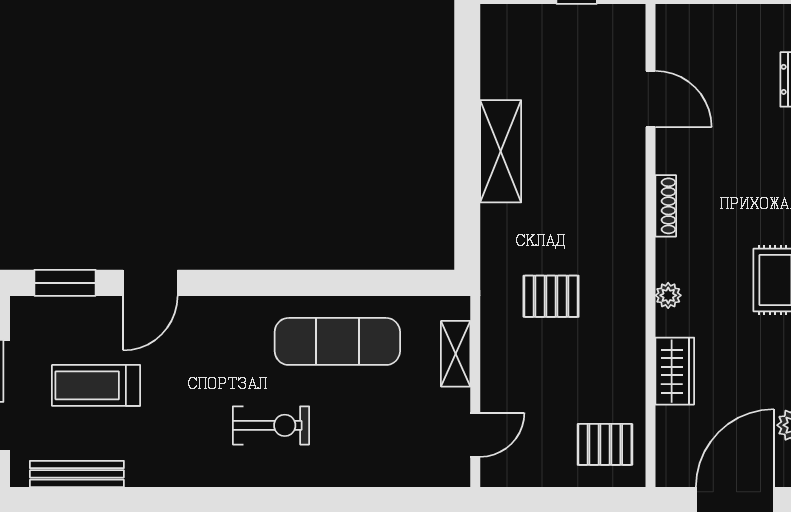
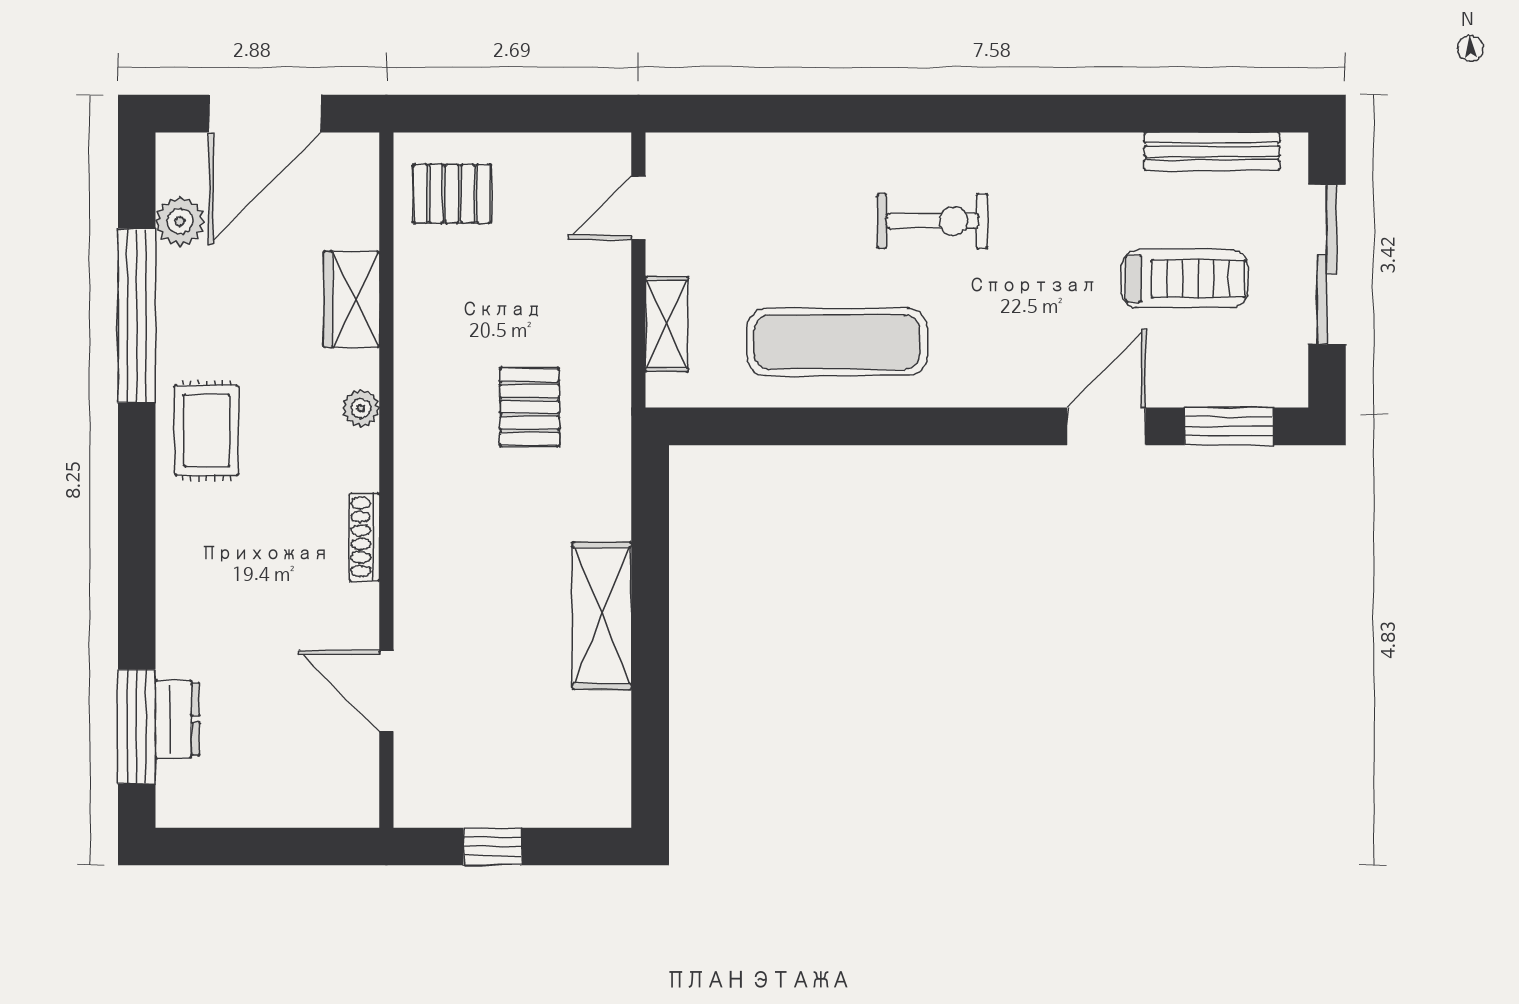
pallet: (551, 296) -> (529, 407), turned 90
exercise bike: (271, 425) -> (933, 221), turned 180

